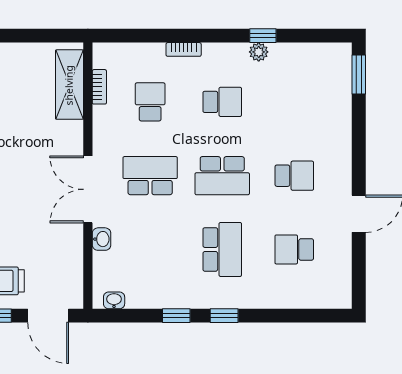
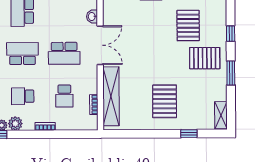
plant: (235, 55) -> (15, 124), added
shelving: (69, 85) -> (111, 96), width x1.47

